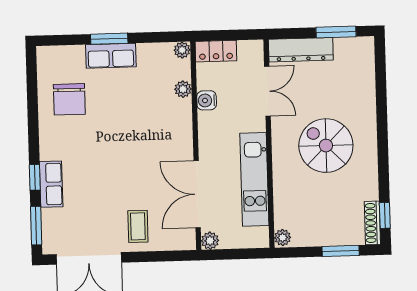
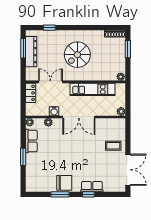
dresser: (301, 50) -> (31, 52), moved
locker: (216, 51) -> (31, 93), moved
row of seats: (111, 56) -> (31, 141), moved
chair: (69, 99) -> (64, 183), moved
double door: (197, 194) -> (79, 117), moved
window: (385, 215) -> (49, 28), moved
window: (36, 226) -> (60, 194), moved

